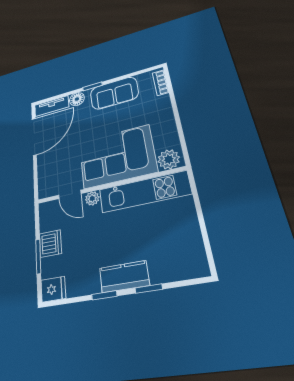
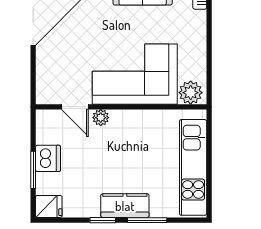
kitchen unit: (144, 192) -> (193, 167), moved, turned 90
window: (149, 289) -> (147, 220), width x1.50

